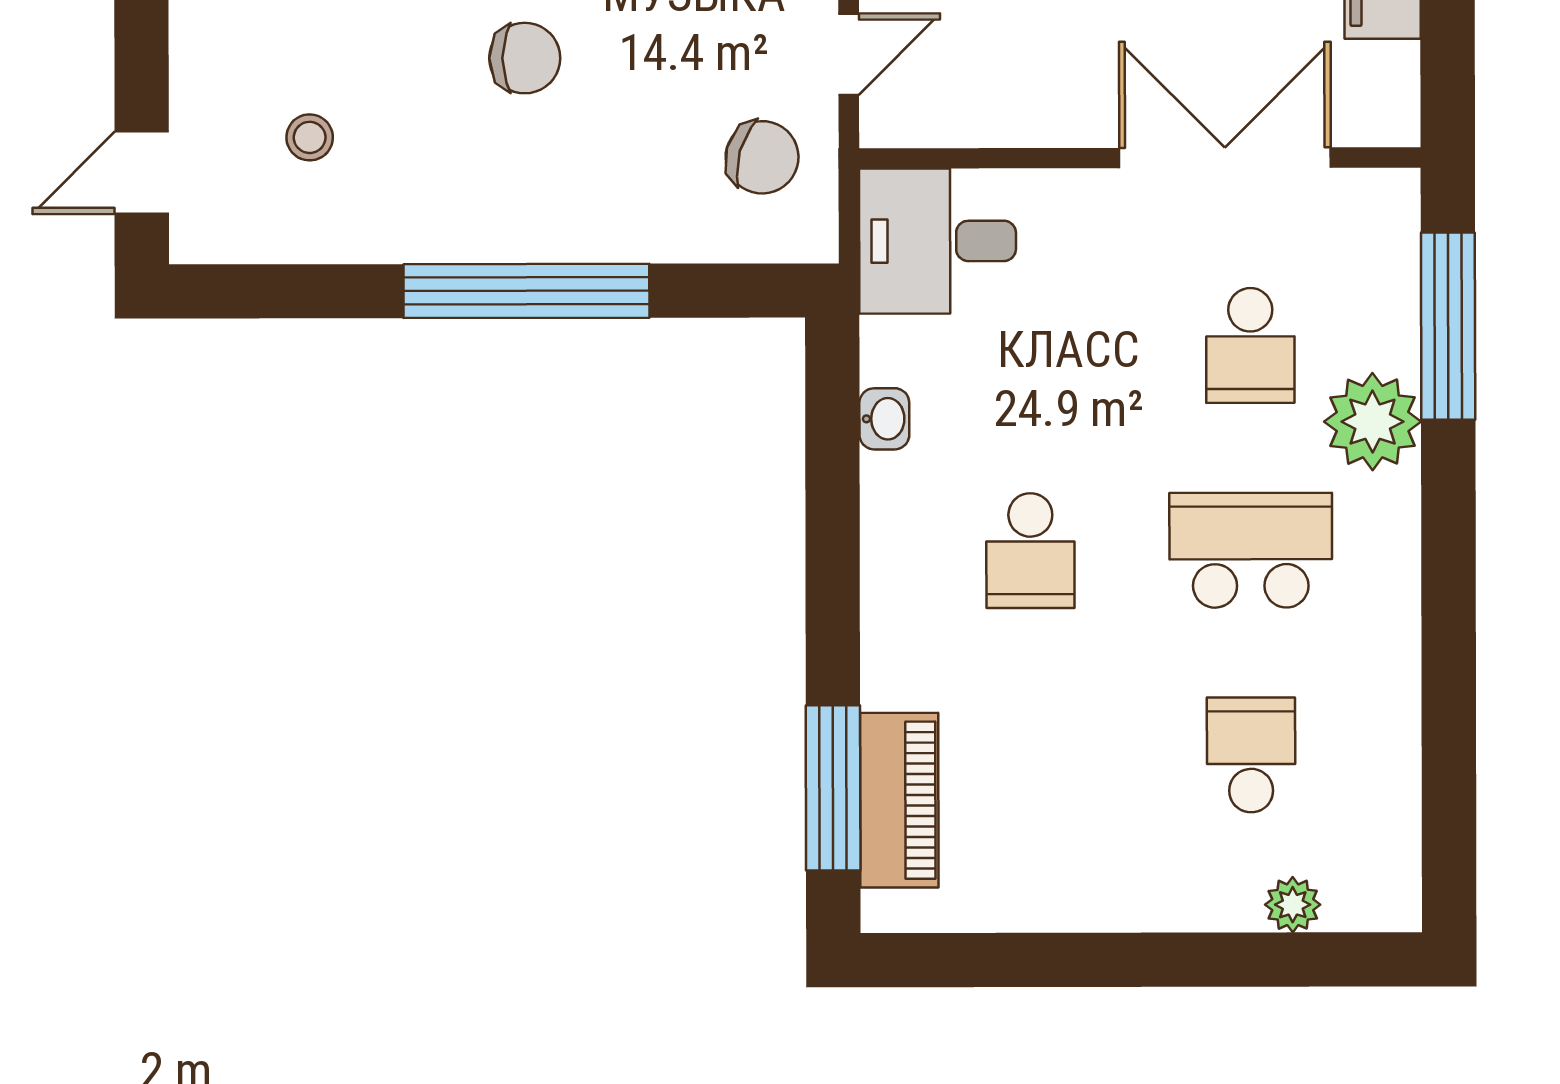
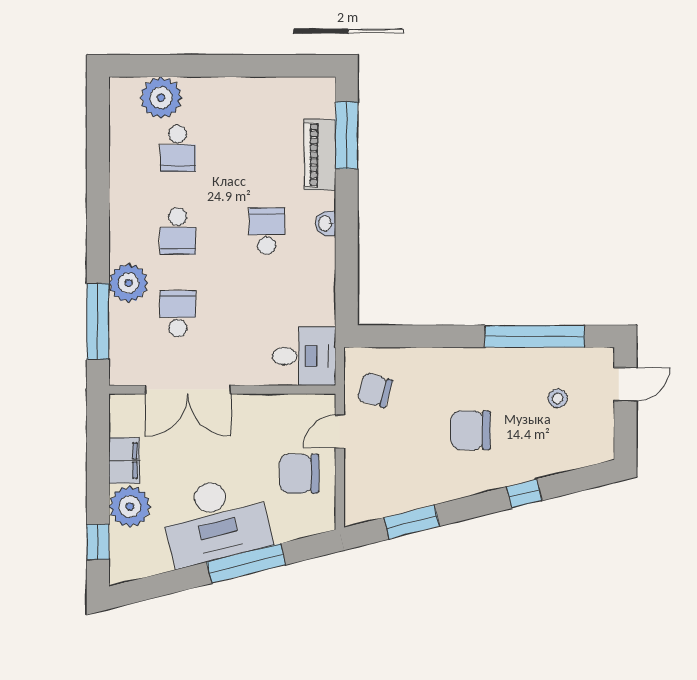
chair: (525, 58) -> (471, 430), width x1.37, depth x1.37
window: (526, 291) -> (535, 336), moved
washbasin: (884, 419) -> (326, 223), moved
school desk: (1251, 550) -> (178, 231), width x0.54
piano: (899, 800) -> (320, 155), moved
plant: (1293, 905) -> (161, 98), width x1.88, depth x1.88

